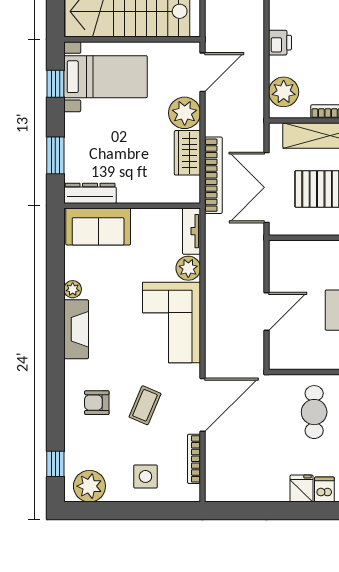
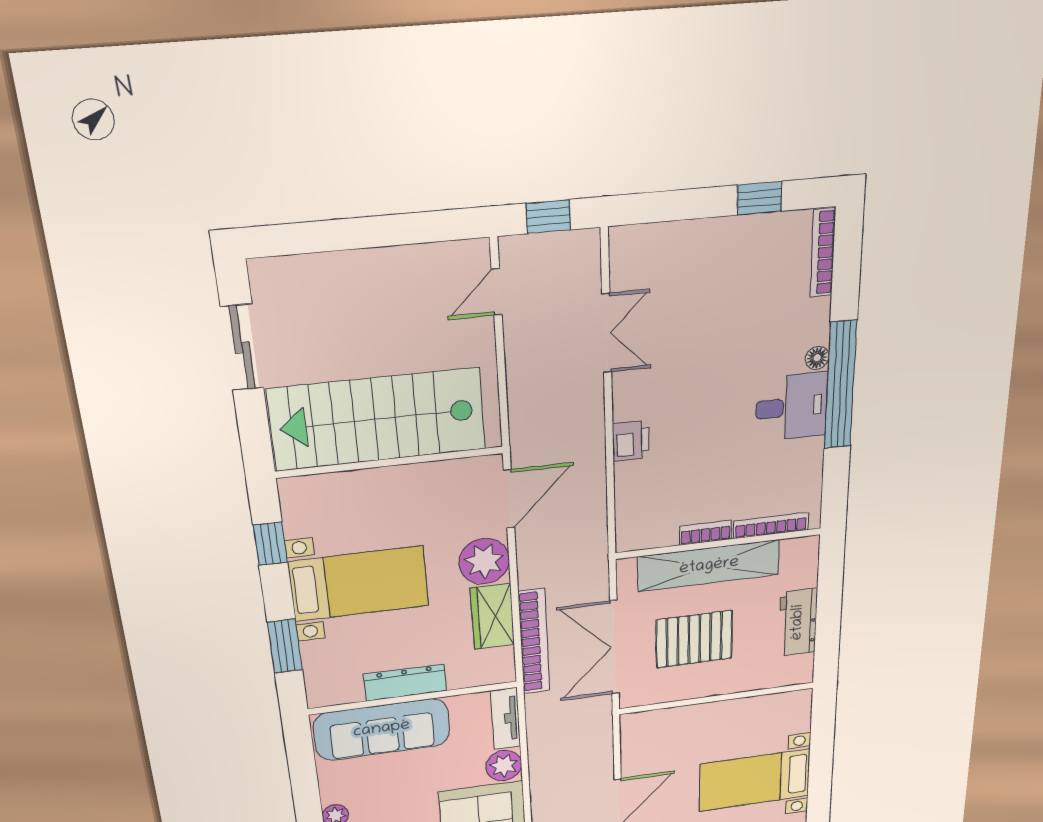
bed with nightstands: (106, 77) -> (359, 584), moved
plant: (284, 92) -> (638, 513), removed
dresser: (90, 193) -> (405, 683), moved
sofa: (98, 226) -> (382, 729), width x1.36

